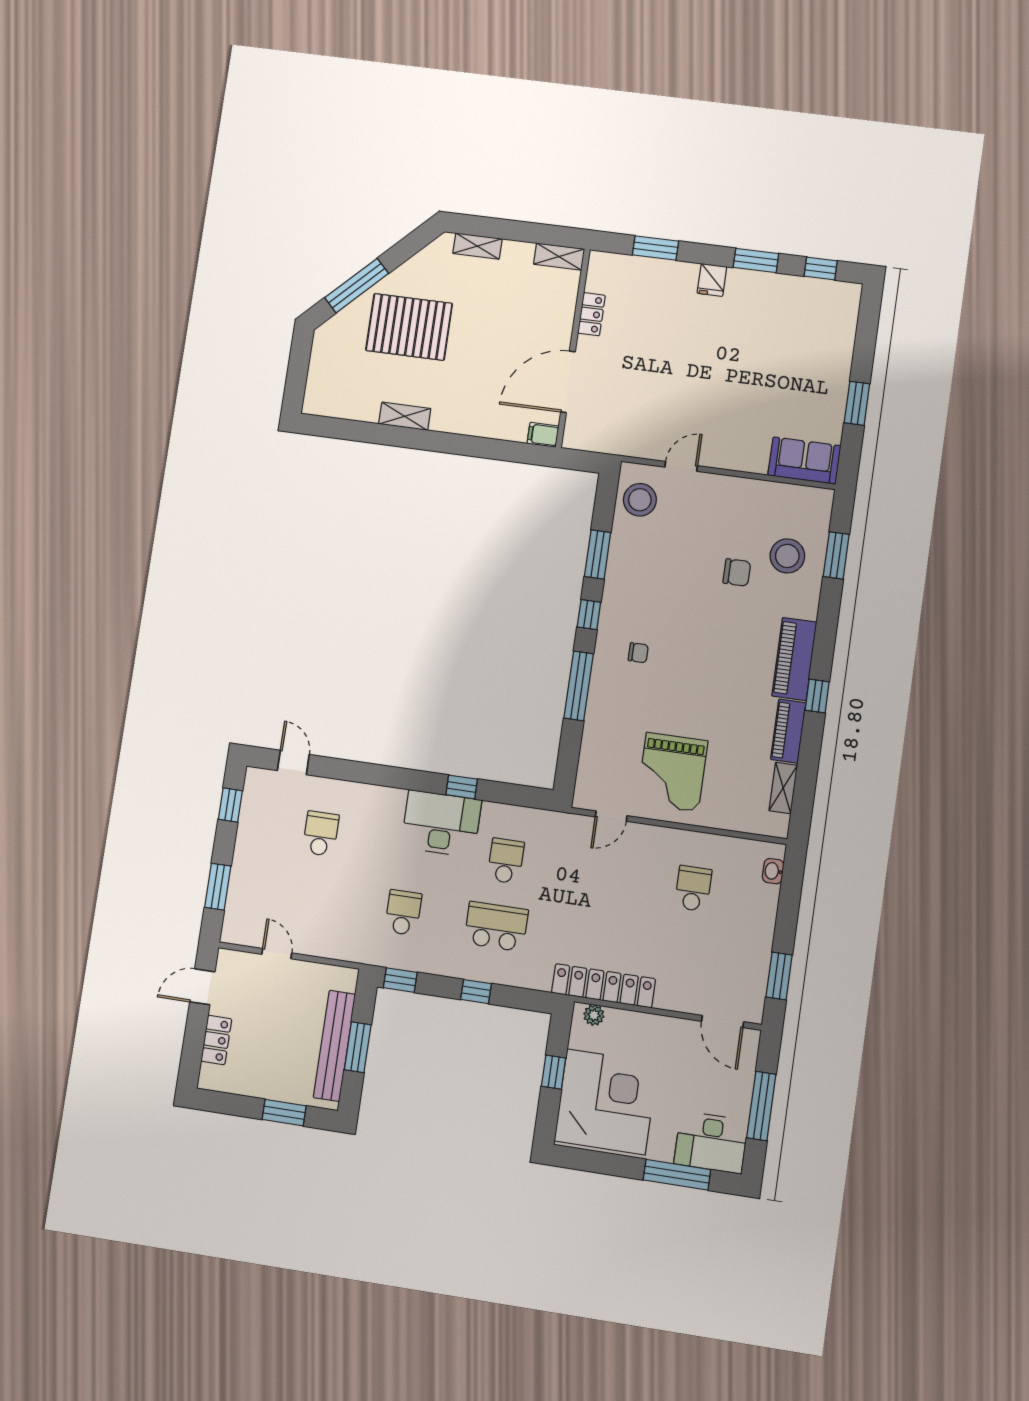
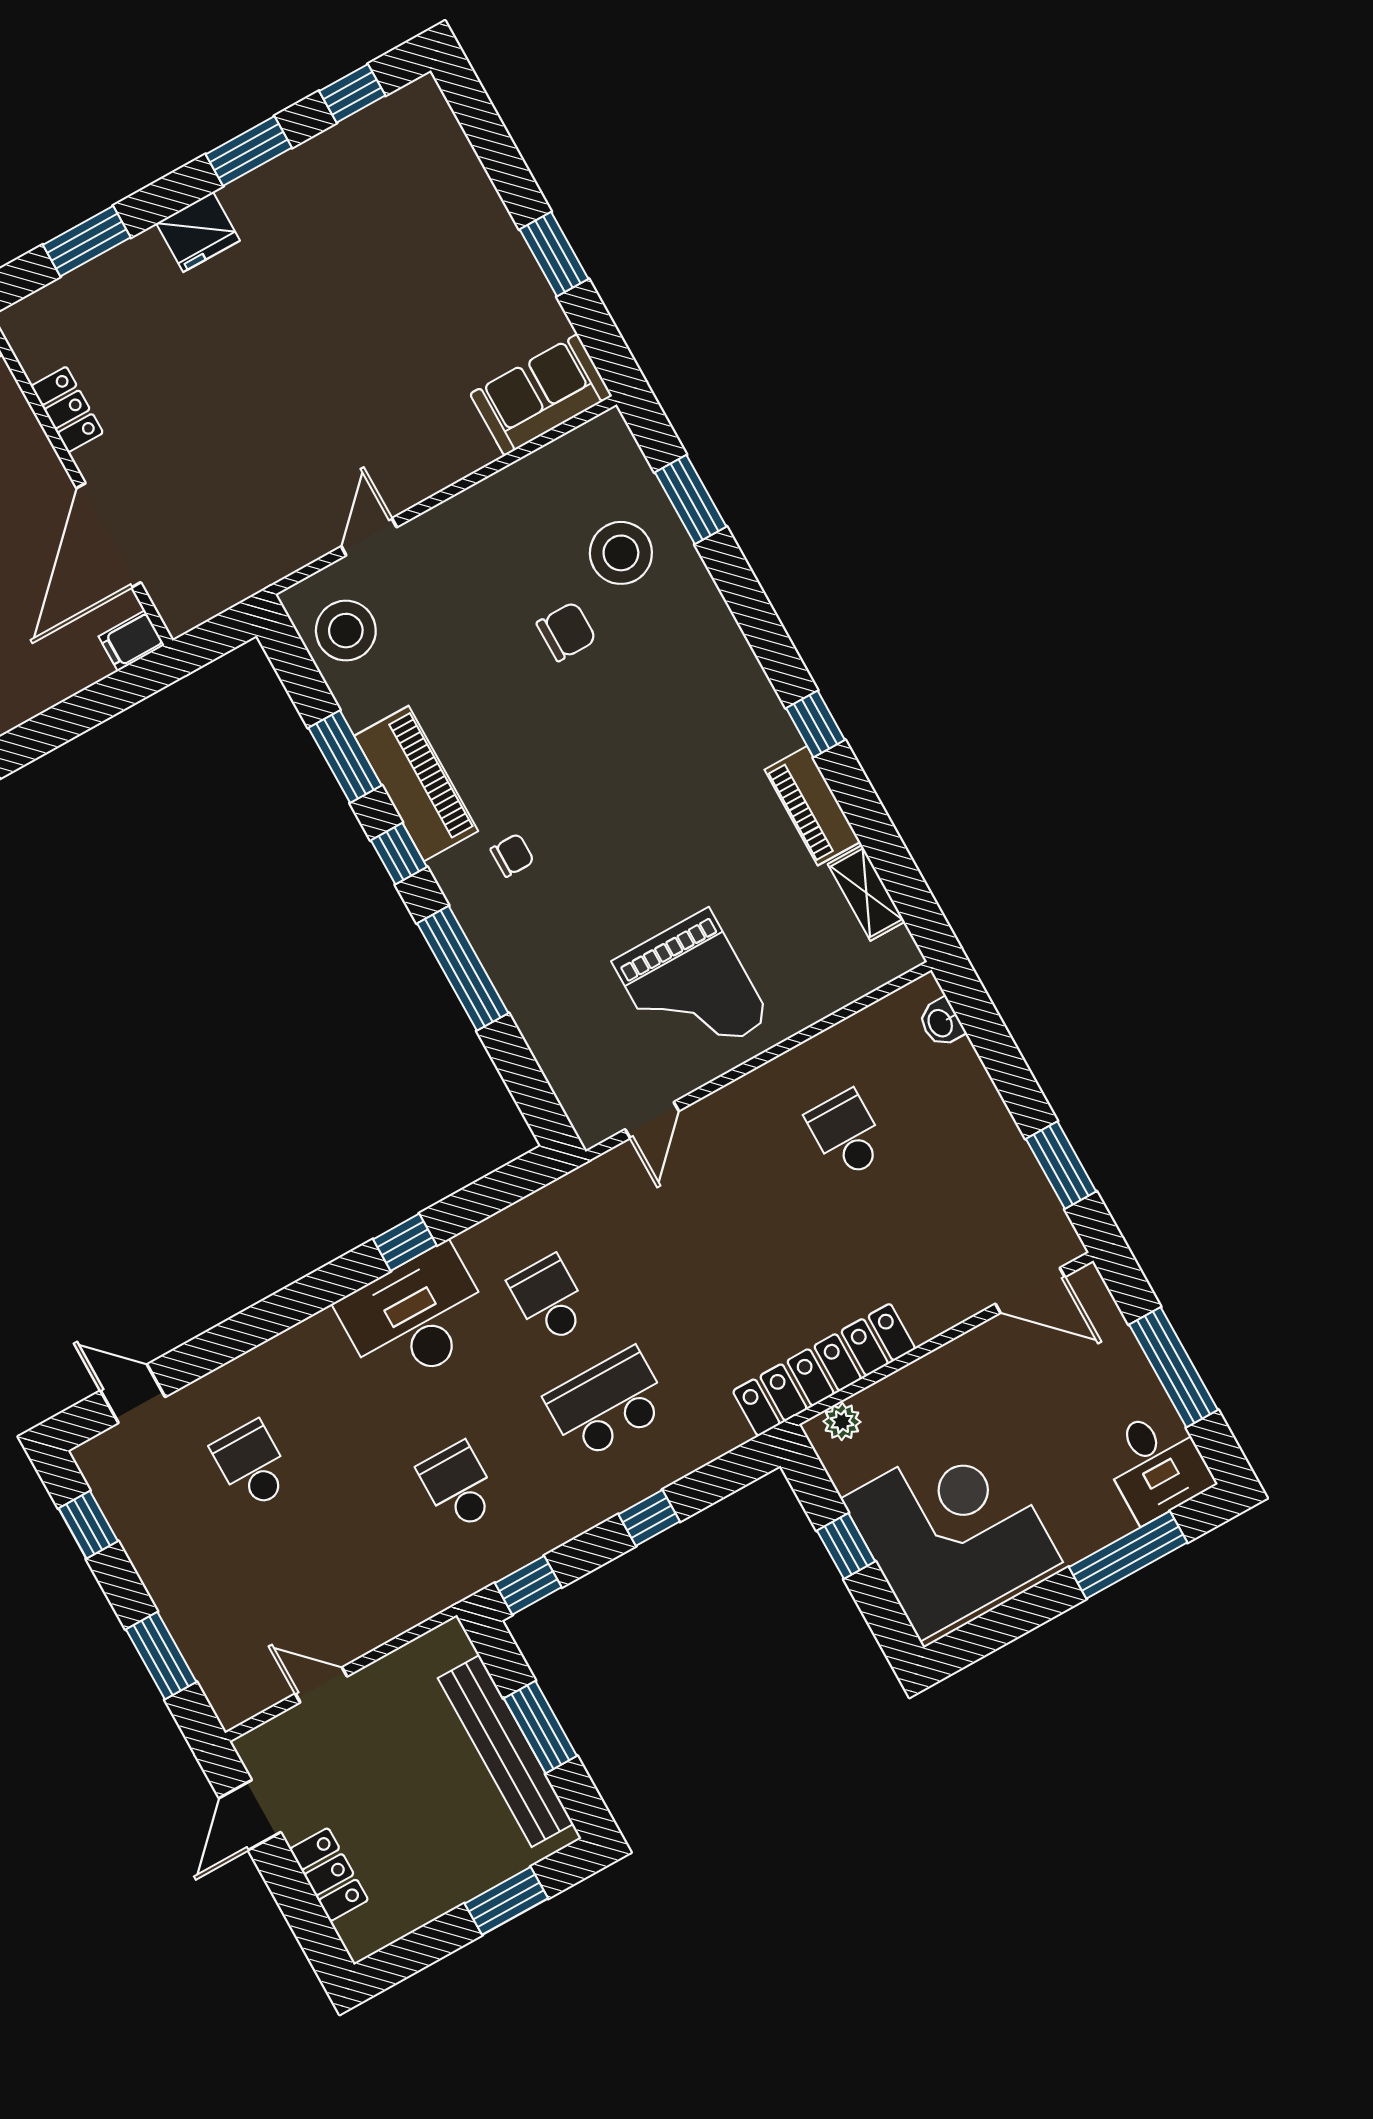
fridge: (712, 280) -> (198, 232), width x1.38
piano: (794, 659) -> (416, 783), moved, turned 180
desk: (711, 1142) -> (1156, 1465), width x0.73

